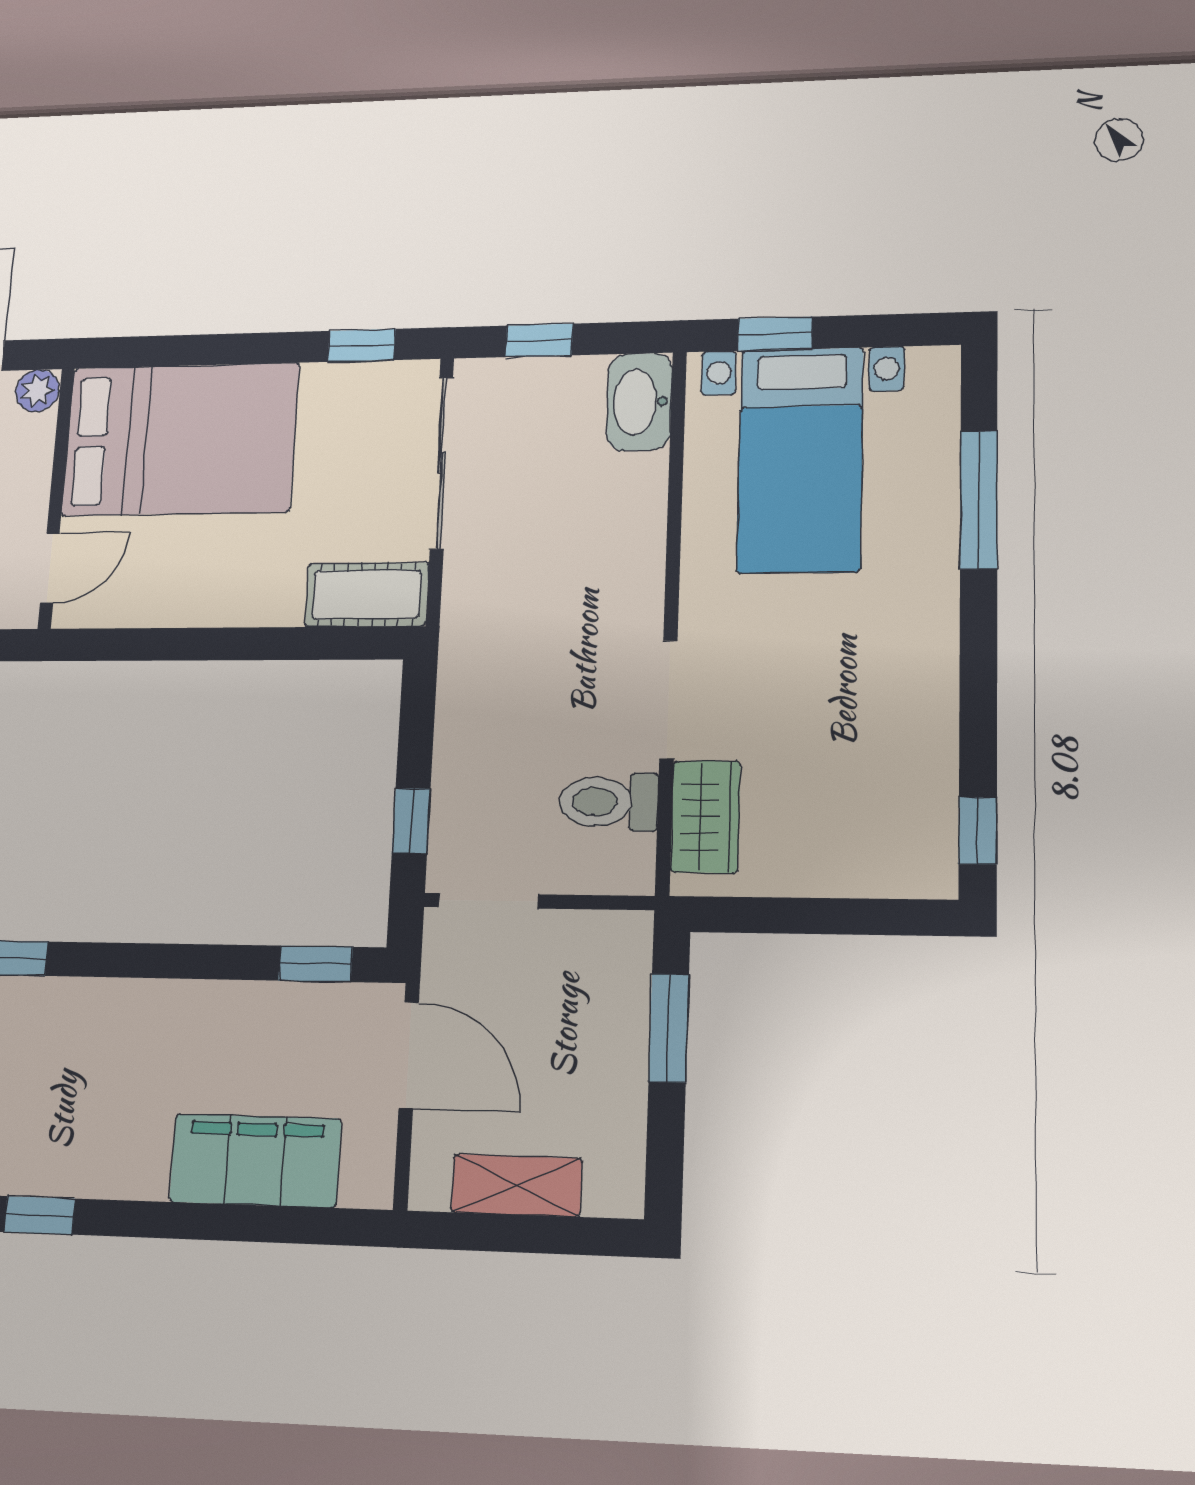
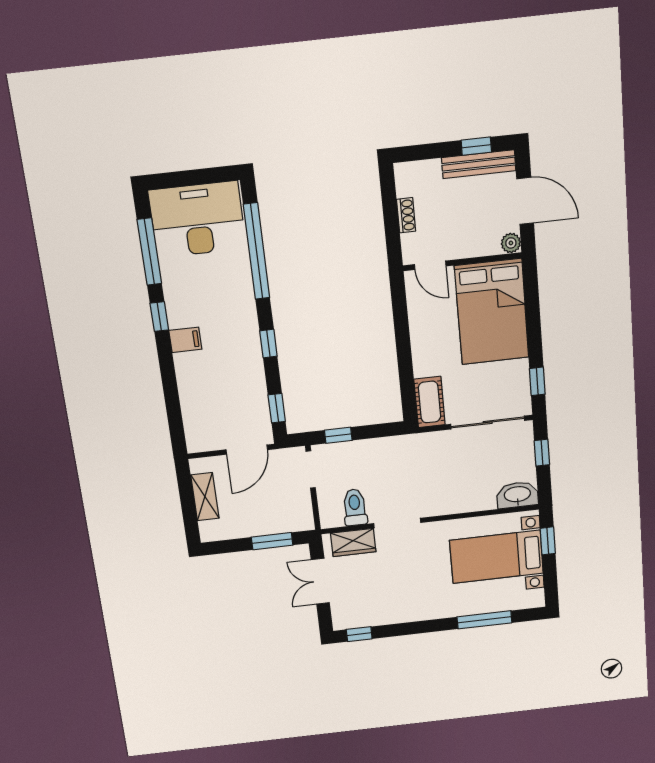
double door: (804, 916) -> (320, 581), added
window: (154, 961) -> (268, 344), added
filing cabinet: (255, 1160) -> (185, 340), moved, width x0.33, depth x0.86

